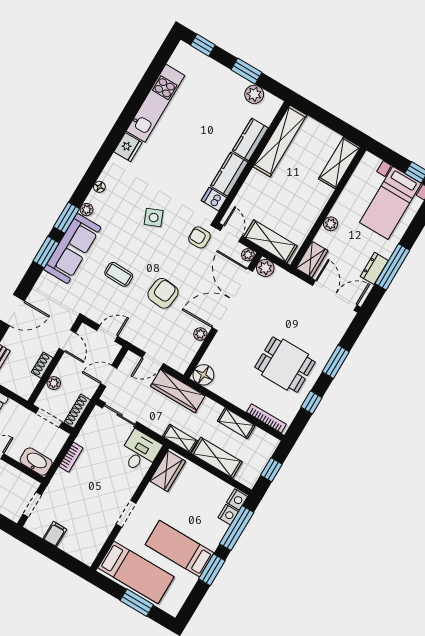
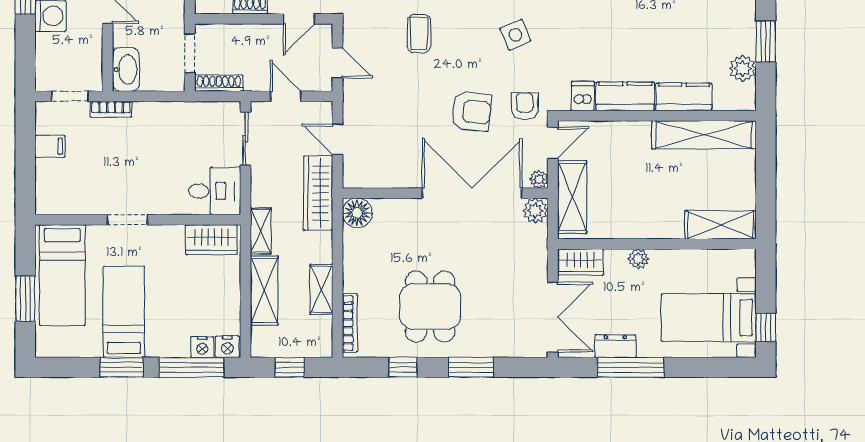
armchair: (163, 293) -> (471, 111), moved
plant: (200, 334) -> (405, 179), removed
plant: (54, 383) -> (236, 33), removed
bookcase: (71, 457) -> (111, 109), moved

